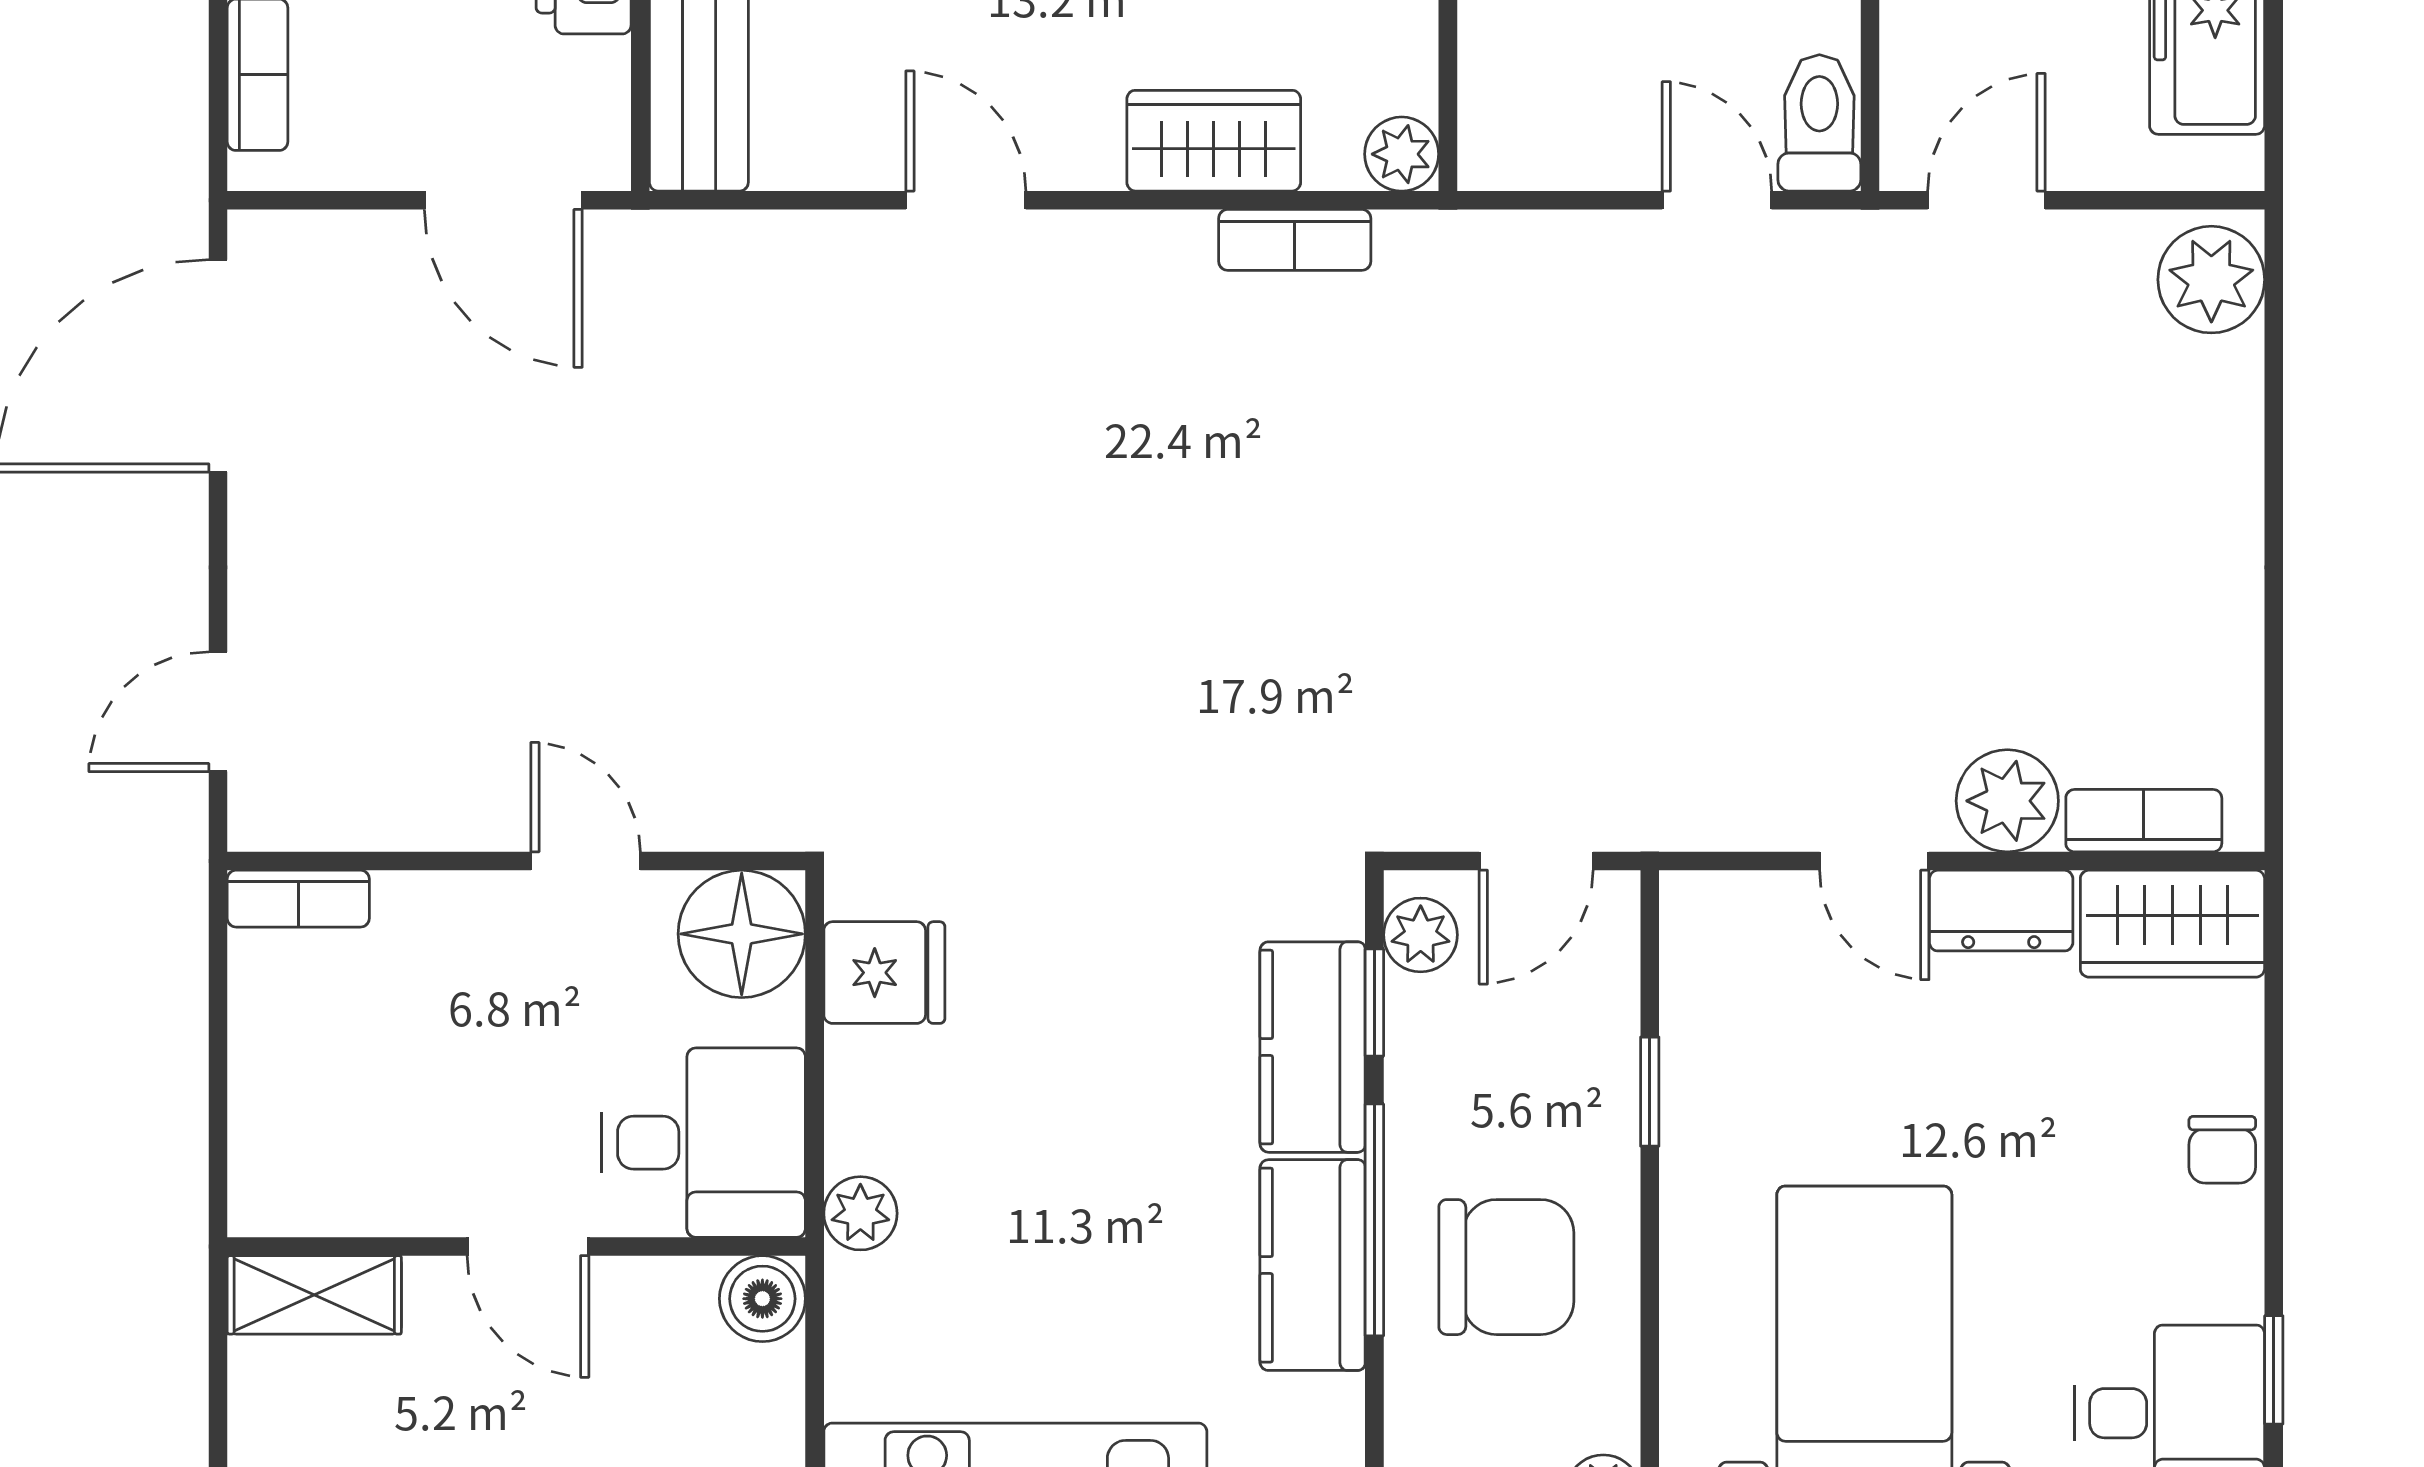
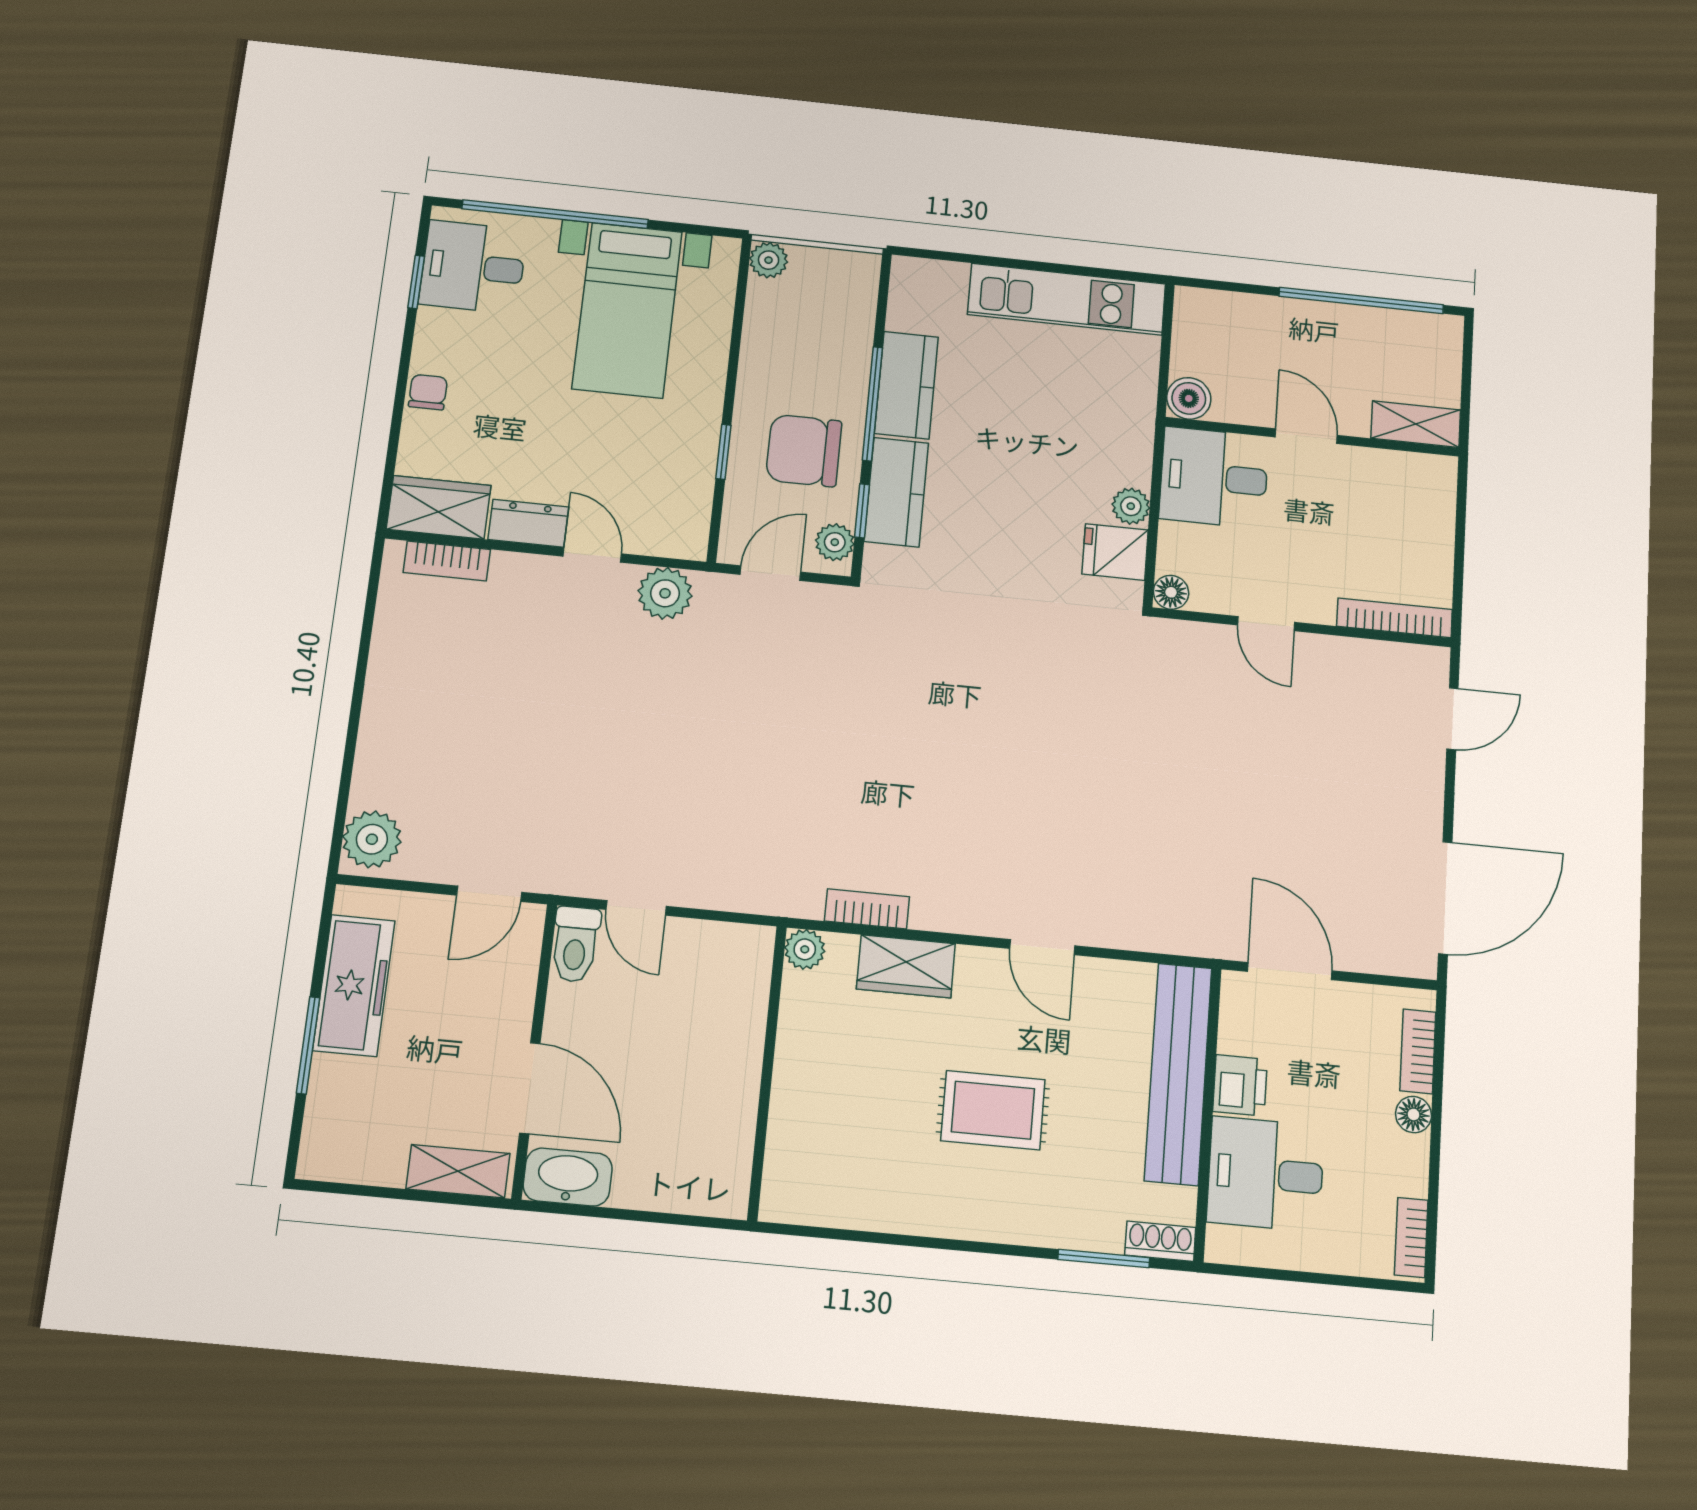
plant: (2007, 801) -> (665, 593), moved
bookcase: (298, 899) -> (1395, 618), width x1.56
floor lamp: (742, 934) -> (1171, 592), width x0.53, depth x0.53
plant: (860, 1213) -> (1131, 506), moved
chair: (1506, 1267) -> (804, 451), moved

